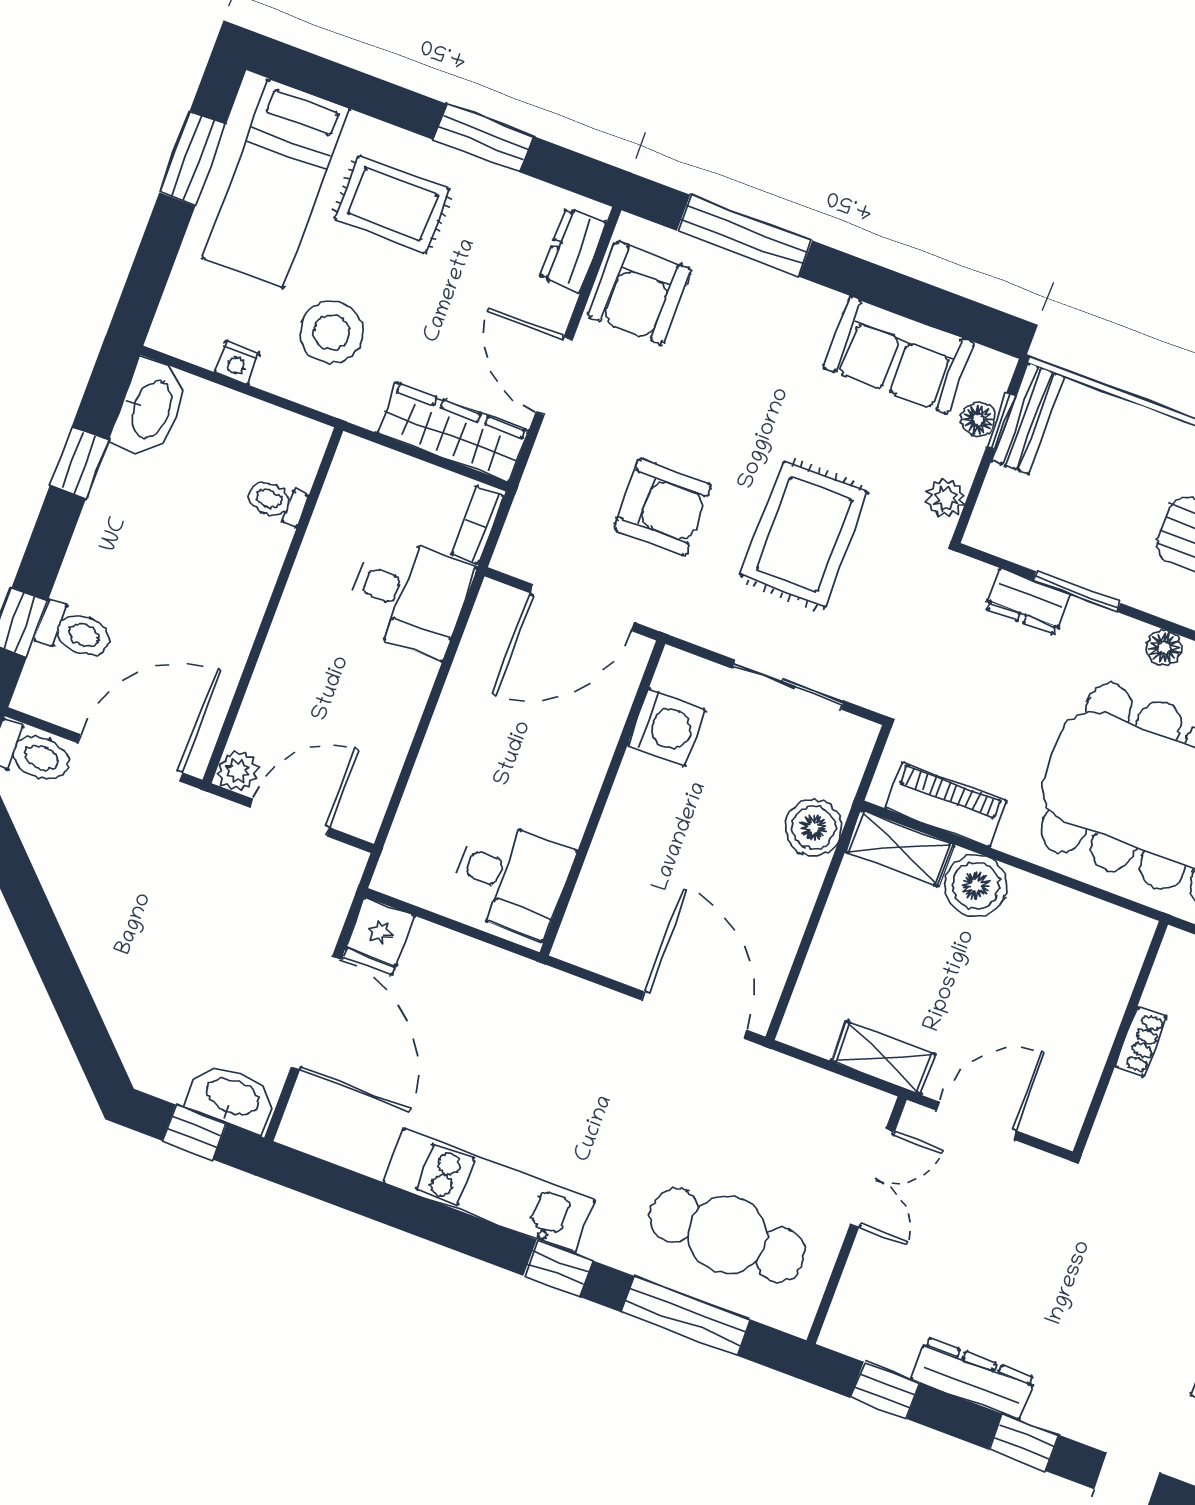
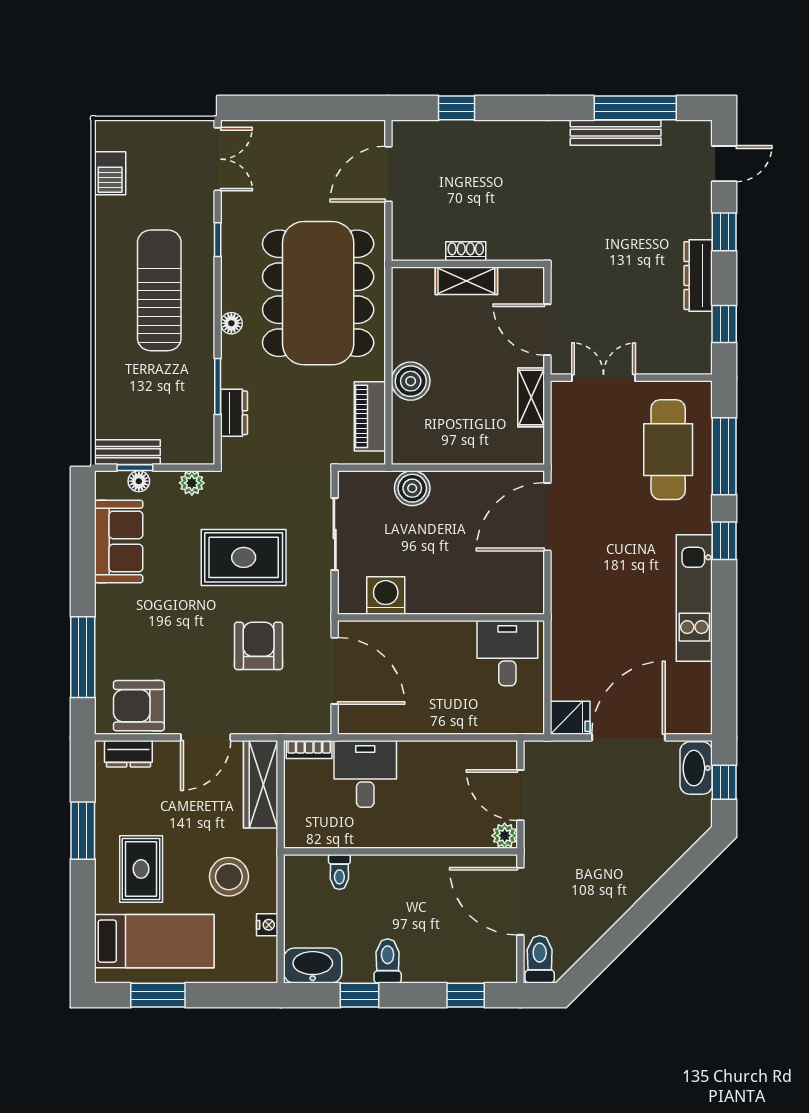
armchair: (640, 293) -> (139, 706), turned 180
toilet: (74, 632) -> (388, 961), moved
shelving: (900, 848) -> (466, 281), moved, turned 90

